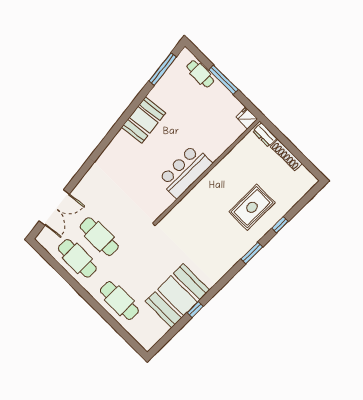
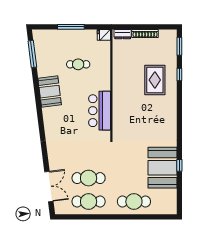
cafe table: (200, 74) -> (78, 64), moved
bar counter: (185, 171) -> (100, 111), moved
window: (252, 253) -> (179, 46), moved

